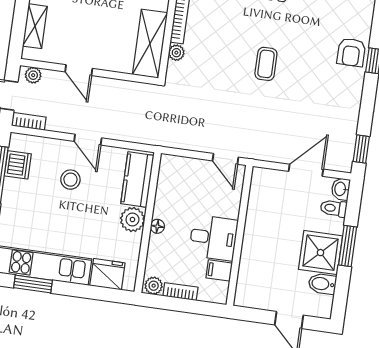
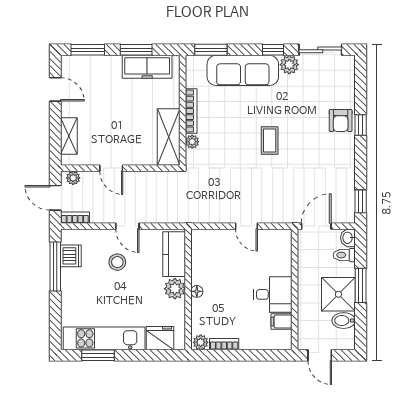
wall: (240, 235) -> (295, 289), moved
desk: (213, 238) -> (273, 294), moved
filing cabinet: (219, 270) -> (282, 322), moved

